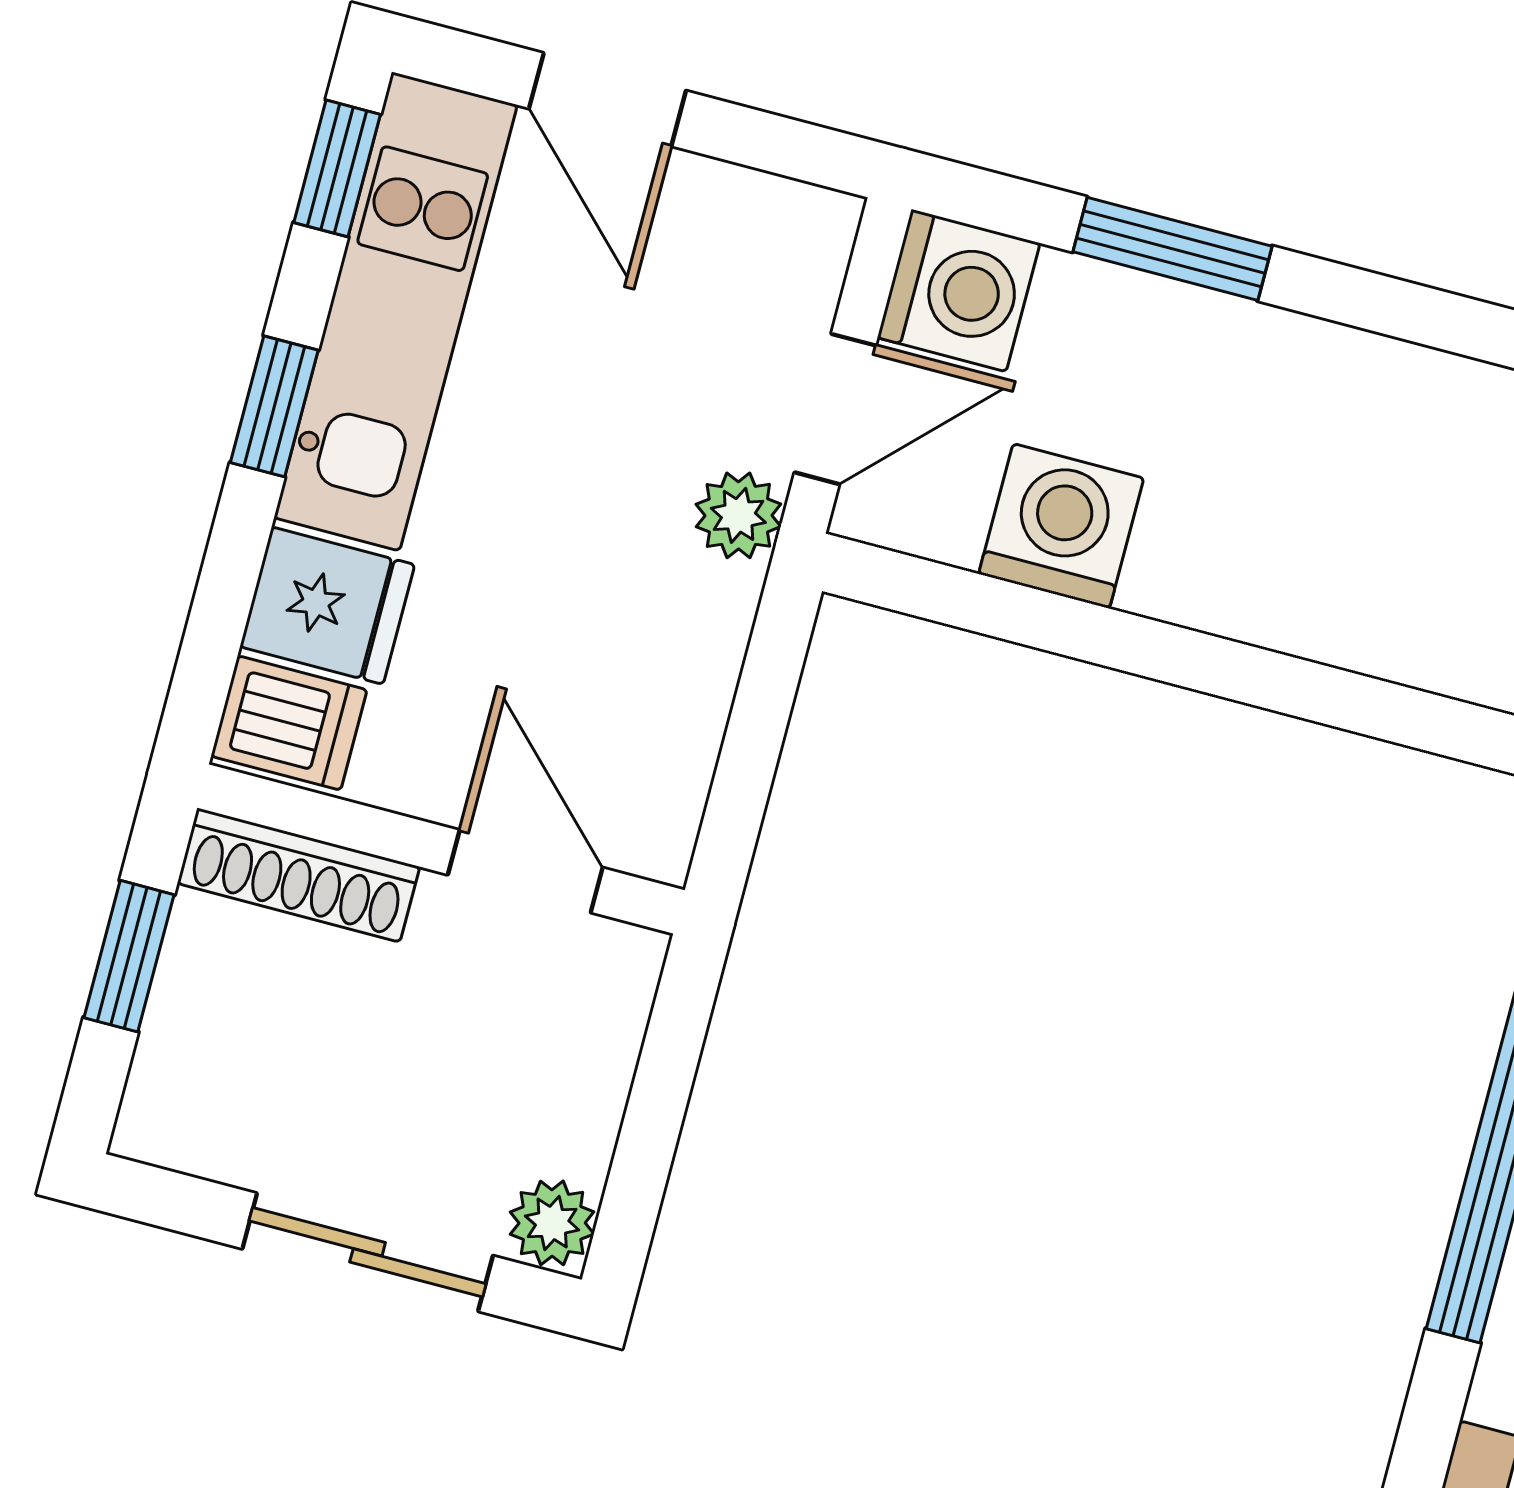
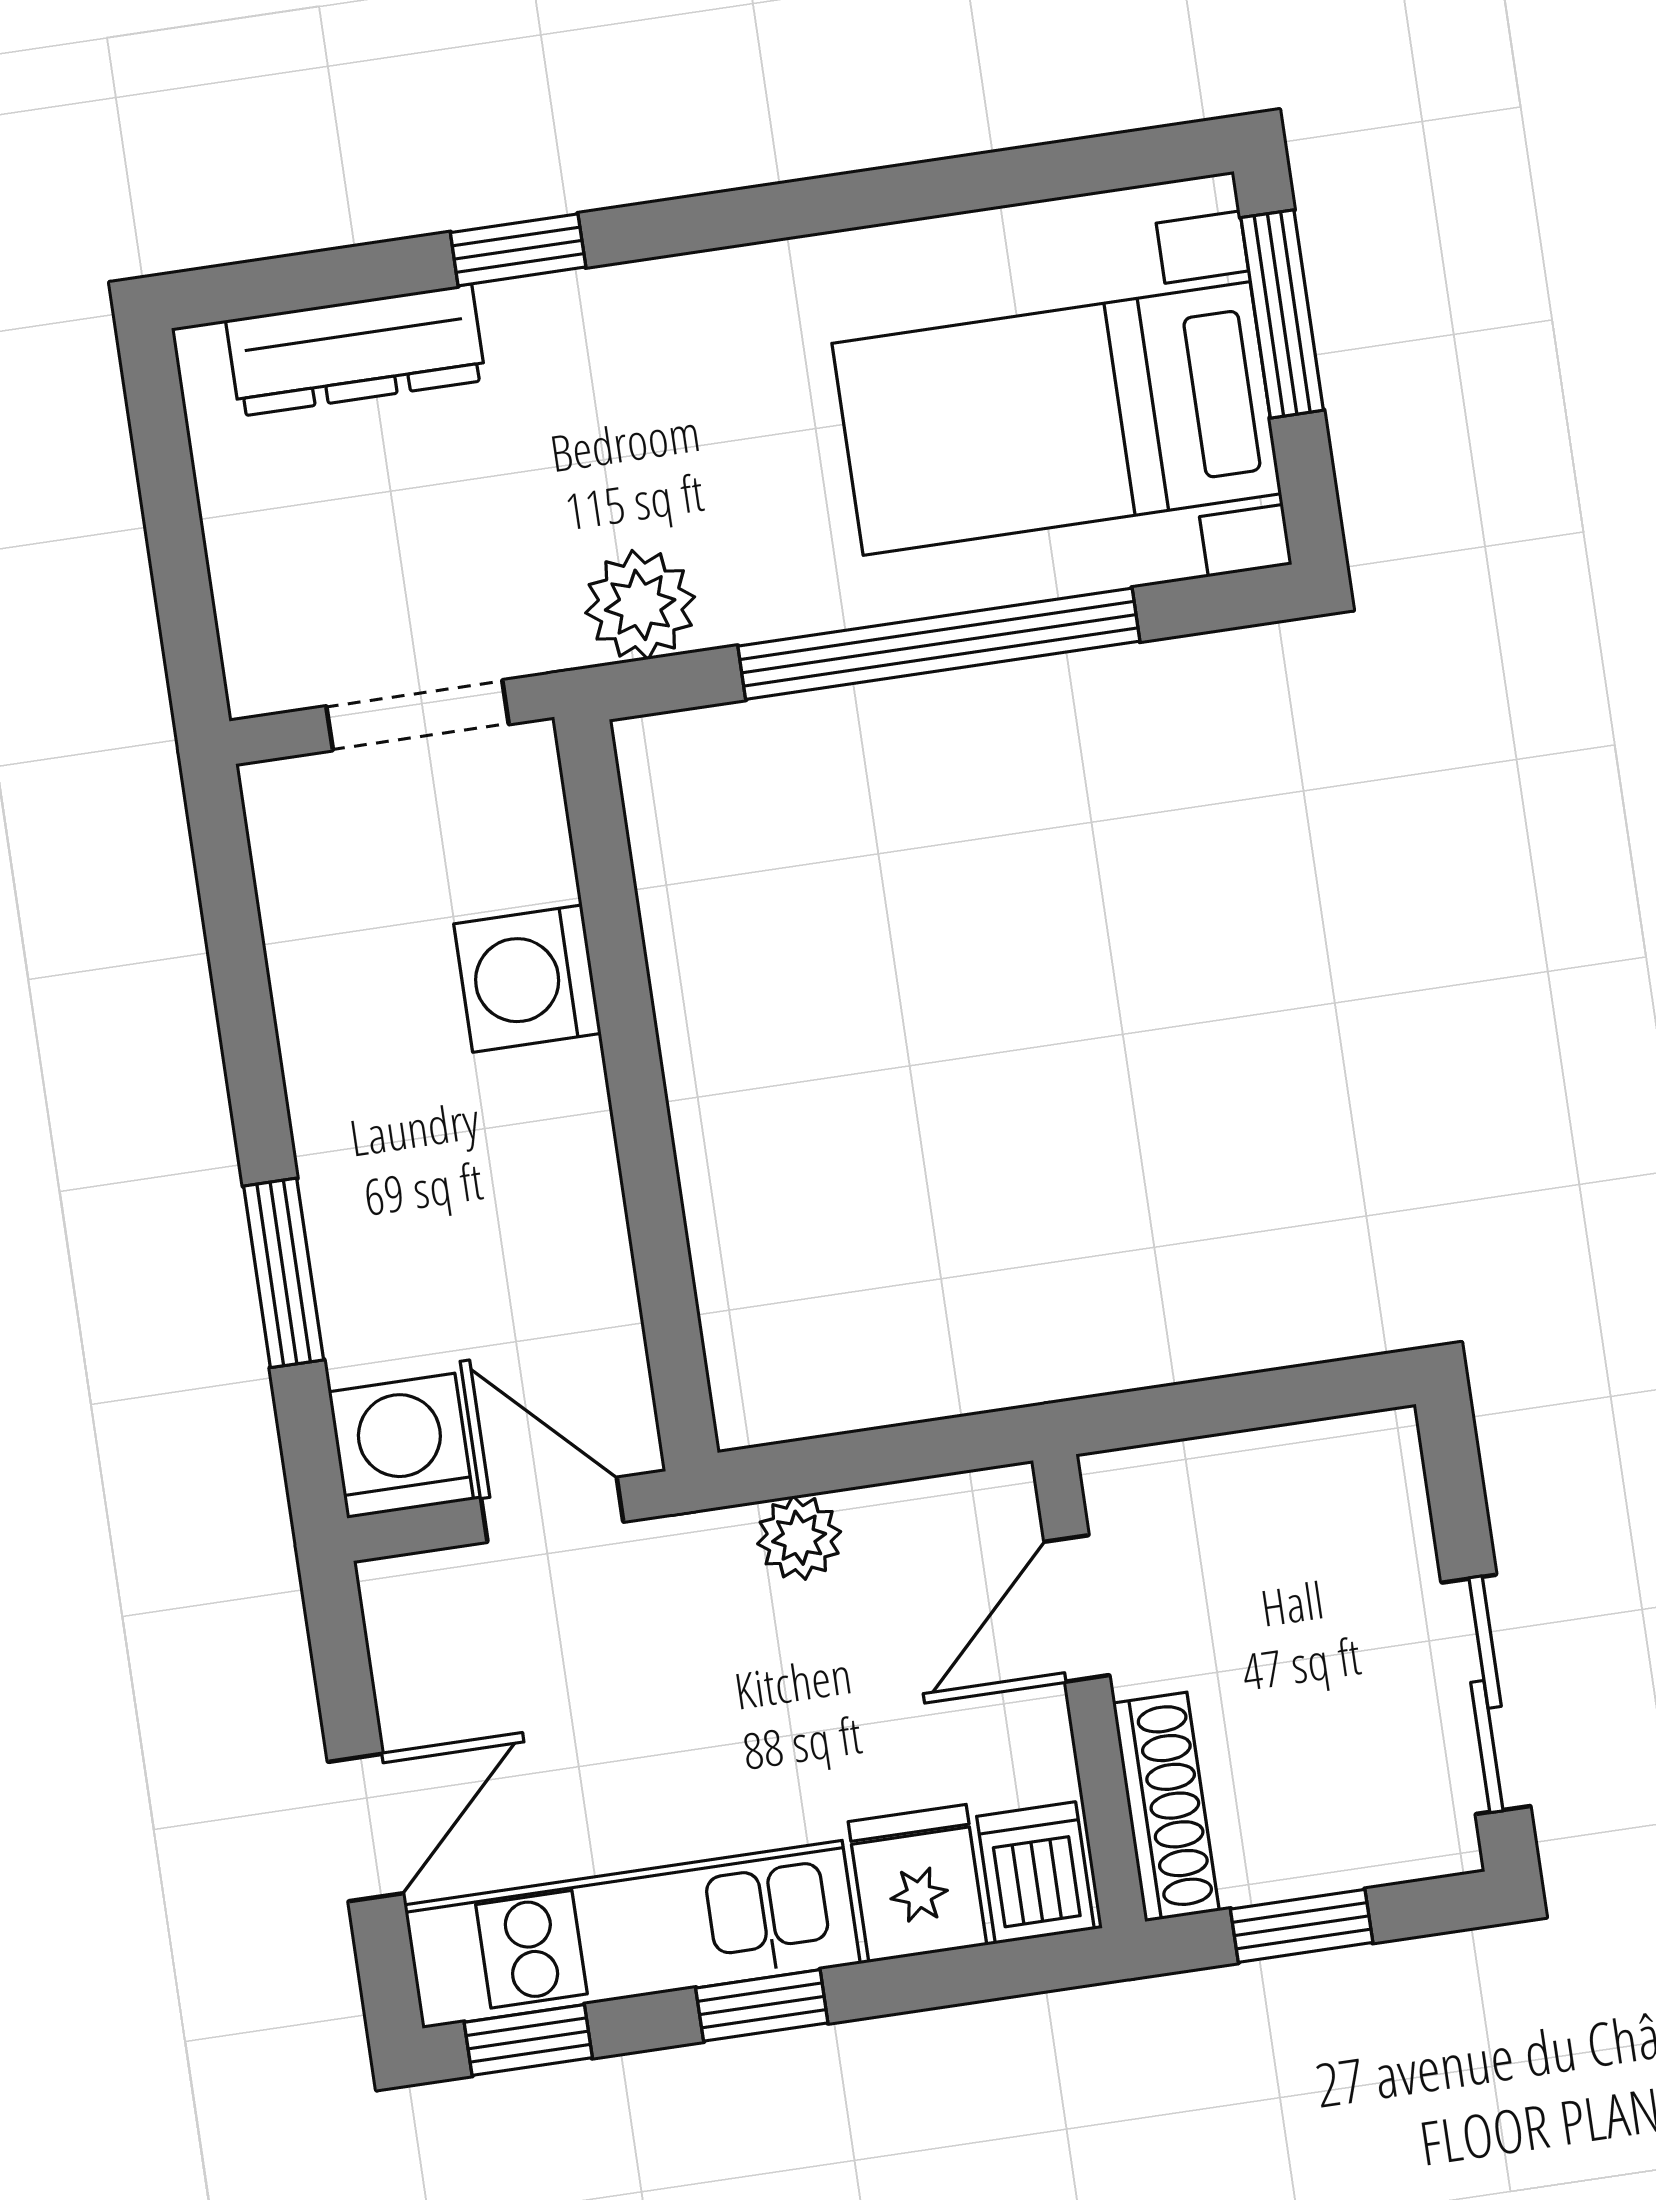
plant: (738, 515) -> (799, 1538), moved
washing machine: (1061, 526) -> (527, 979), moved
plant: (552, 1223) -> (1377, 1452), removed
sliding door: (368, 1252) -> (1486, 1694), moved

